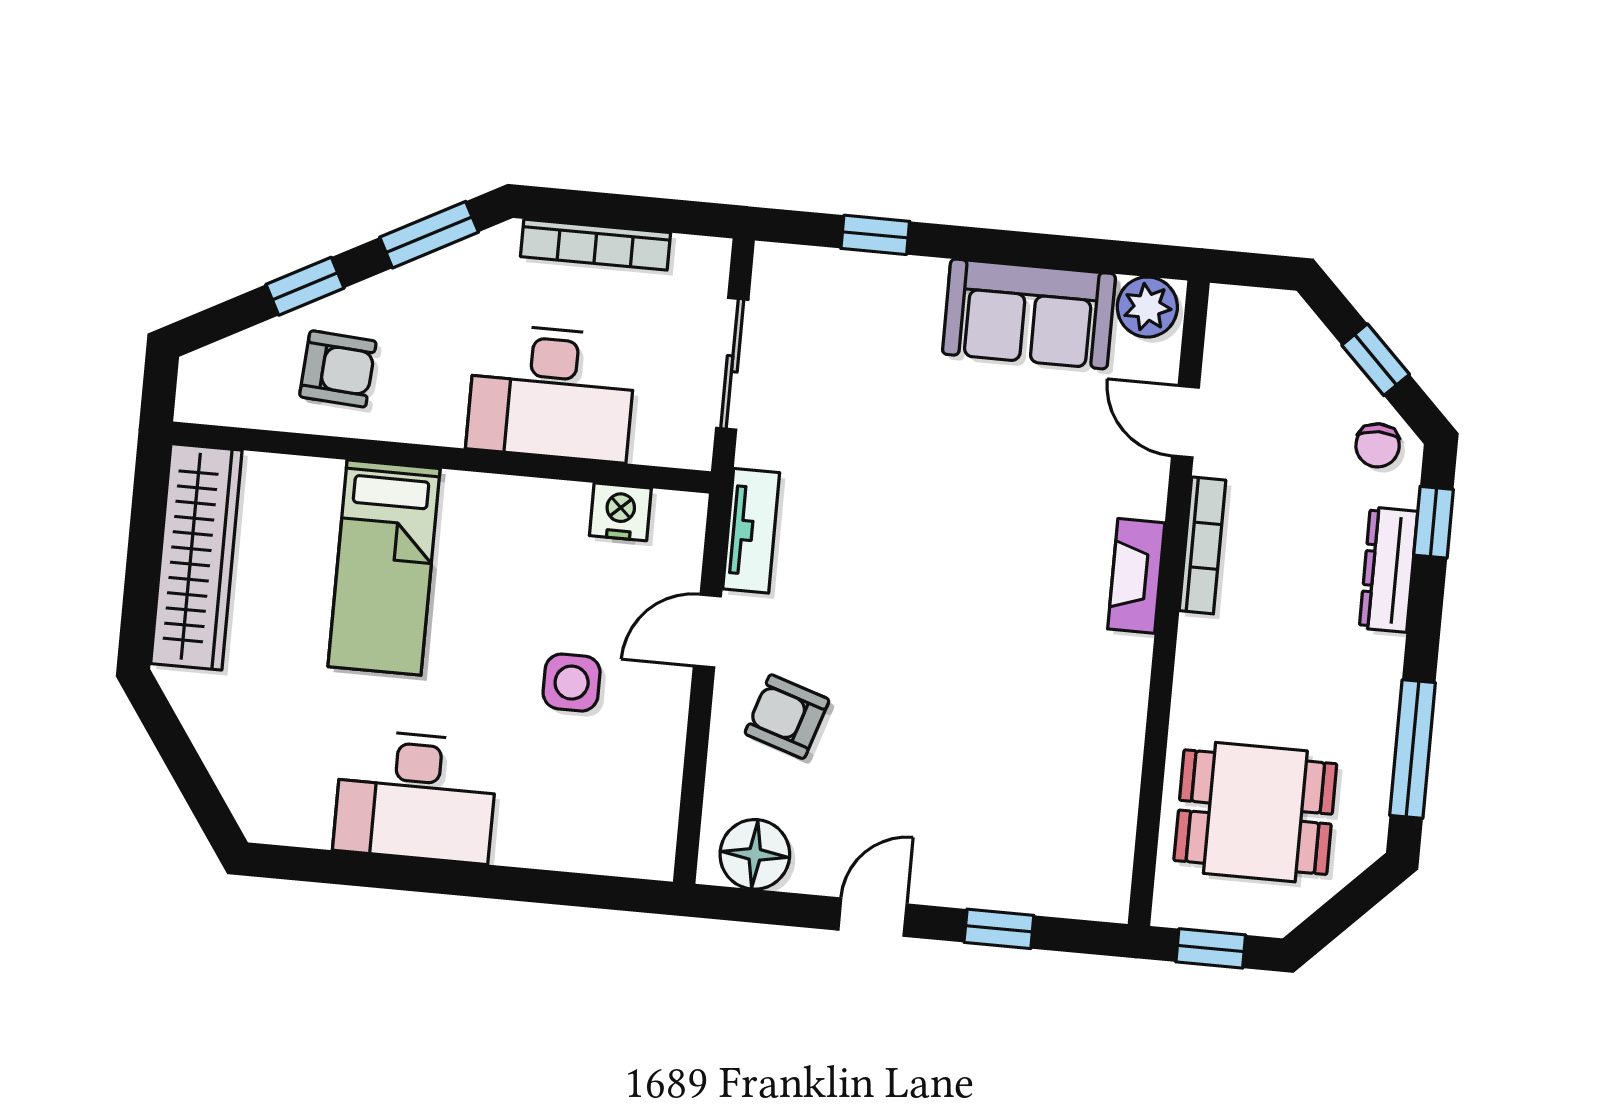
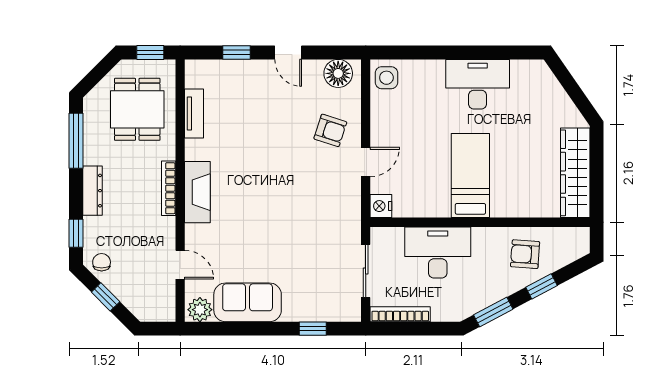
bookcase: (595, 245) -> (400, 314), moved
nightstand: (620, 512) -> (381, 206), moved, turned 90
tv unit: (751, 531) -> (194, 113), moved, turned 180
bookcase: (1203, 545) -> (169, 188), moved
bed: (384, 568) -> (470, 176), moved
dresser: (1388, 570) -> (92, 191), moved
fireplace: (1136, 576) -> (197, 192), width x1.37, depth x1.32
side table: (572, 683) -> (386, 78), moved
dining table: (1255, 812) -> (137, 109), turned 90
door: (872, 917) -> (288, 52), hinge flipped

